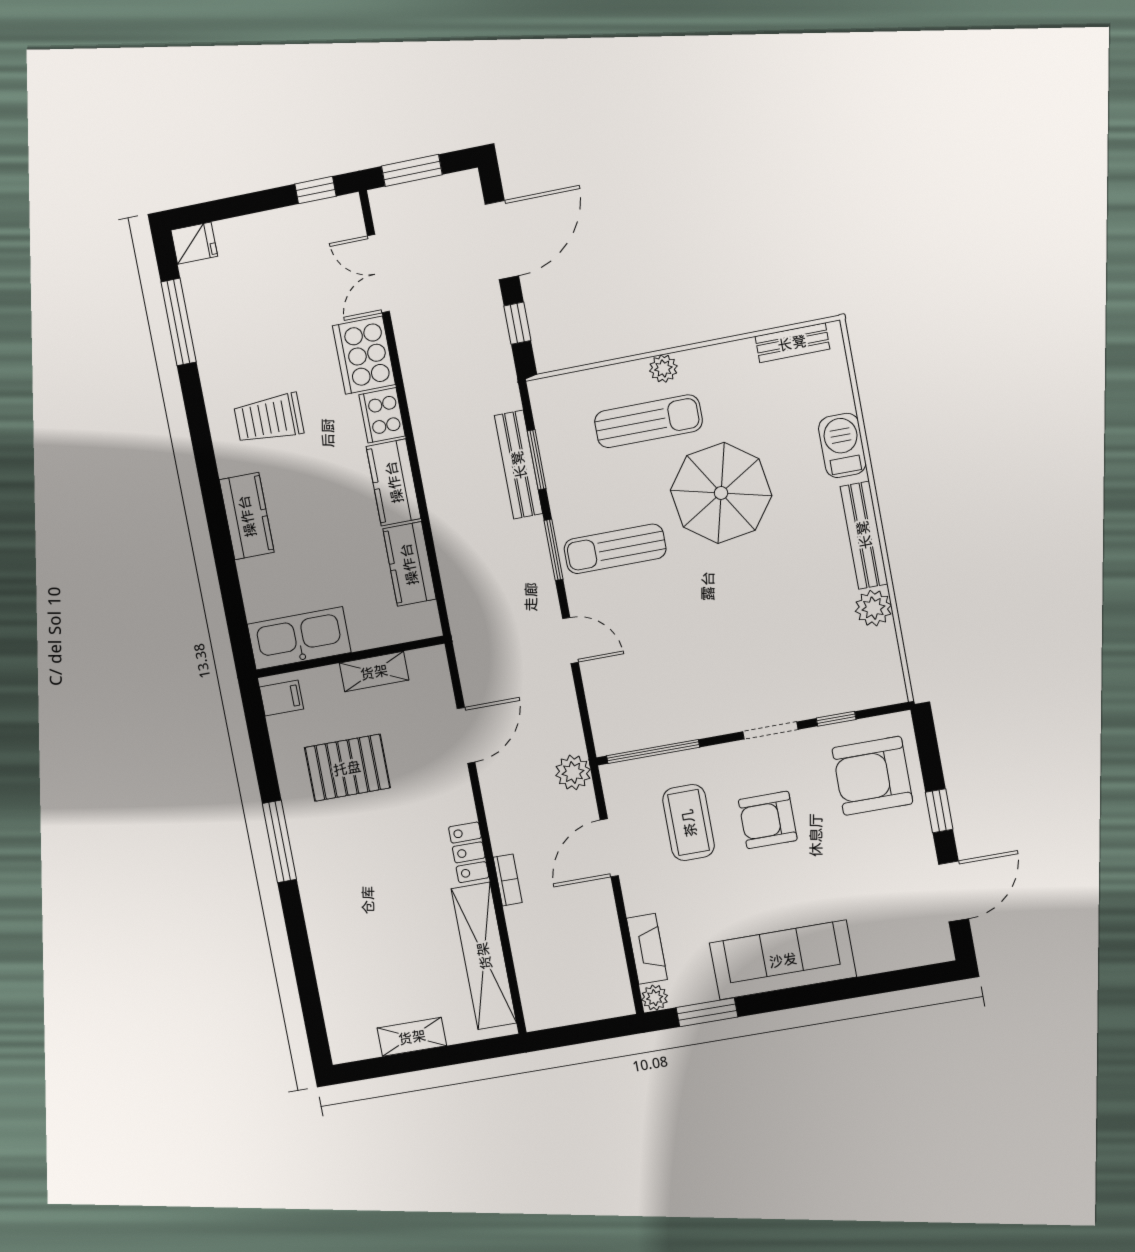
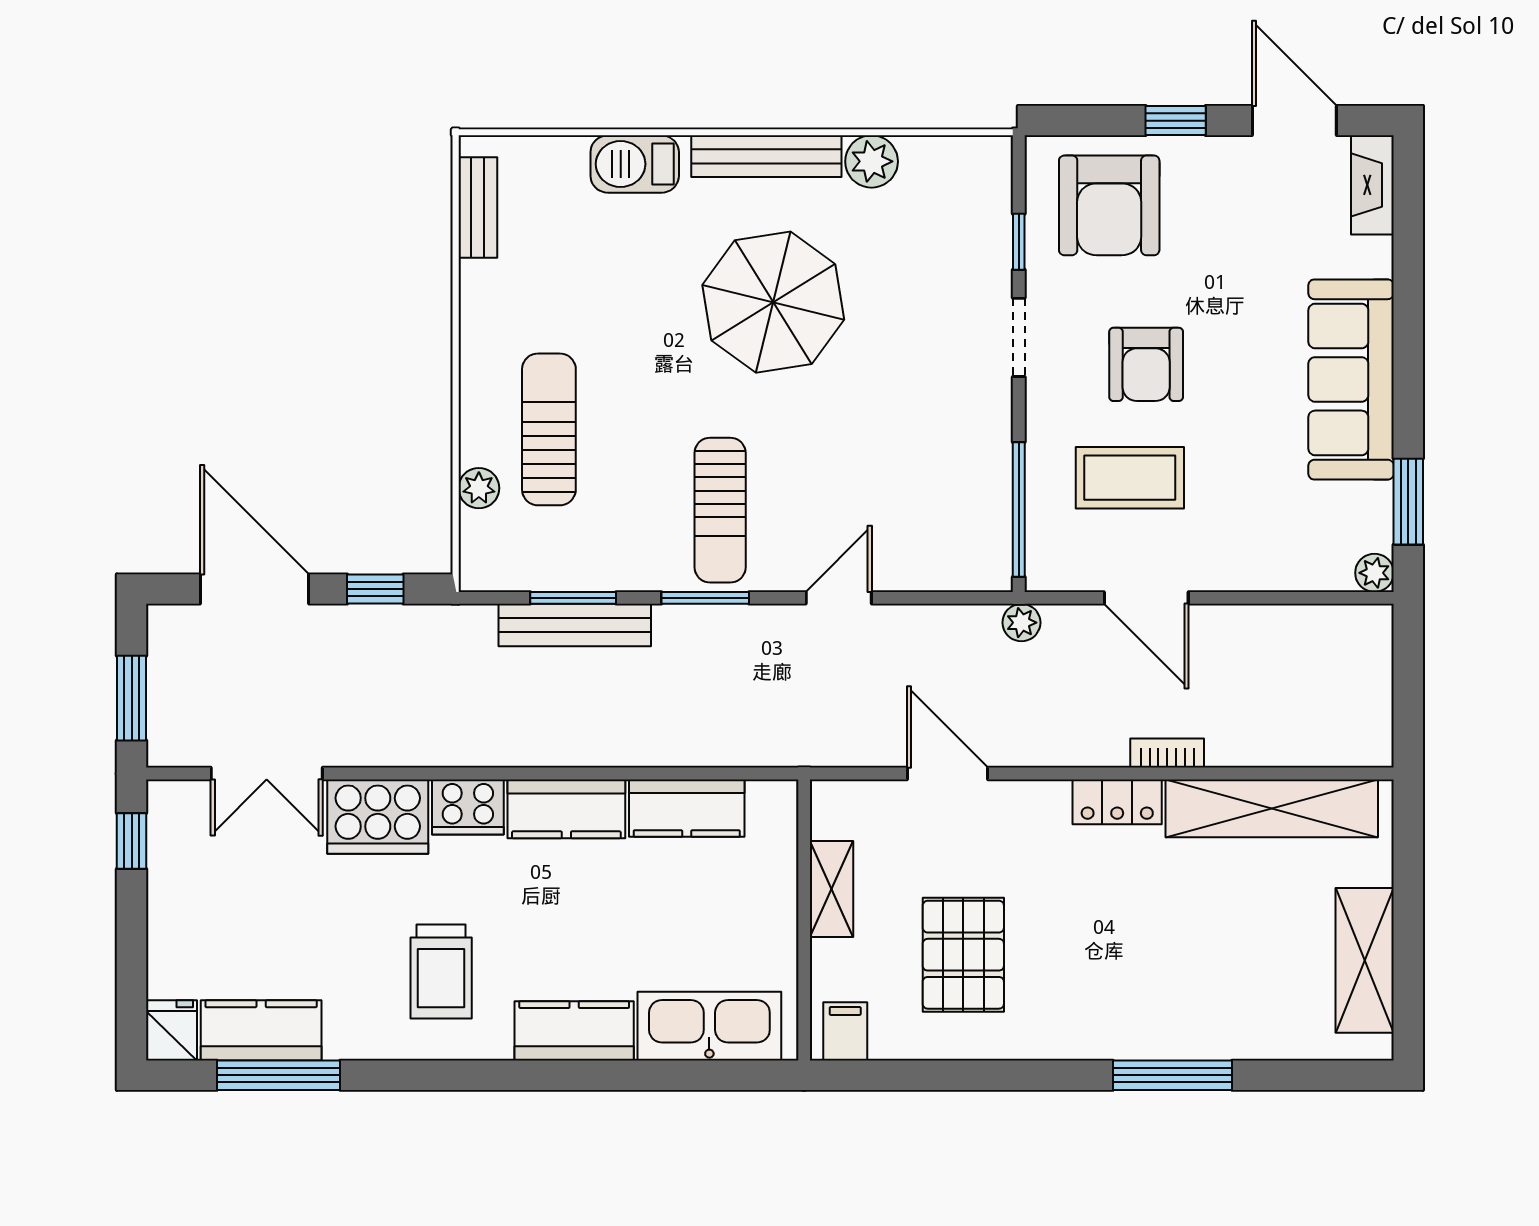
kitchen counter: (206, 304) -> (261, 1030), added
plant: (663, 368) -> (479, 488), moved
parasol: (721, 493) -> (773, 302), moved
kitchen sink: (299, 638) -> (709, 1026), moved, turned 90
plant: (573, 772) -> (1021, 623), width x0.73, depth x0.73
window: (279, 841) -> (1172, 1075), moved
fireplace: (647, 949) -> (1372, 185), moved, turned -90
shelving: (412, 1037) -> (1365, 960), width x1.50, depth x1.33

